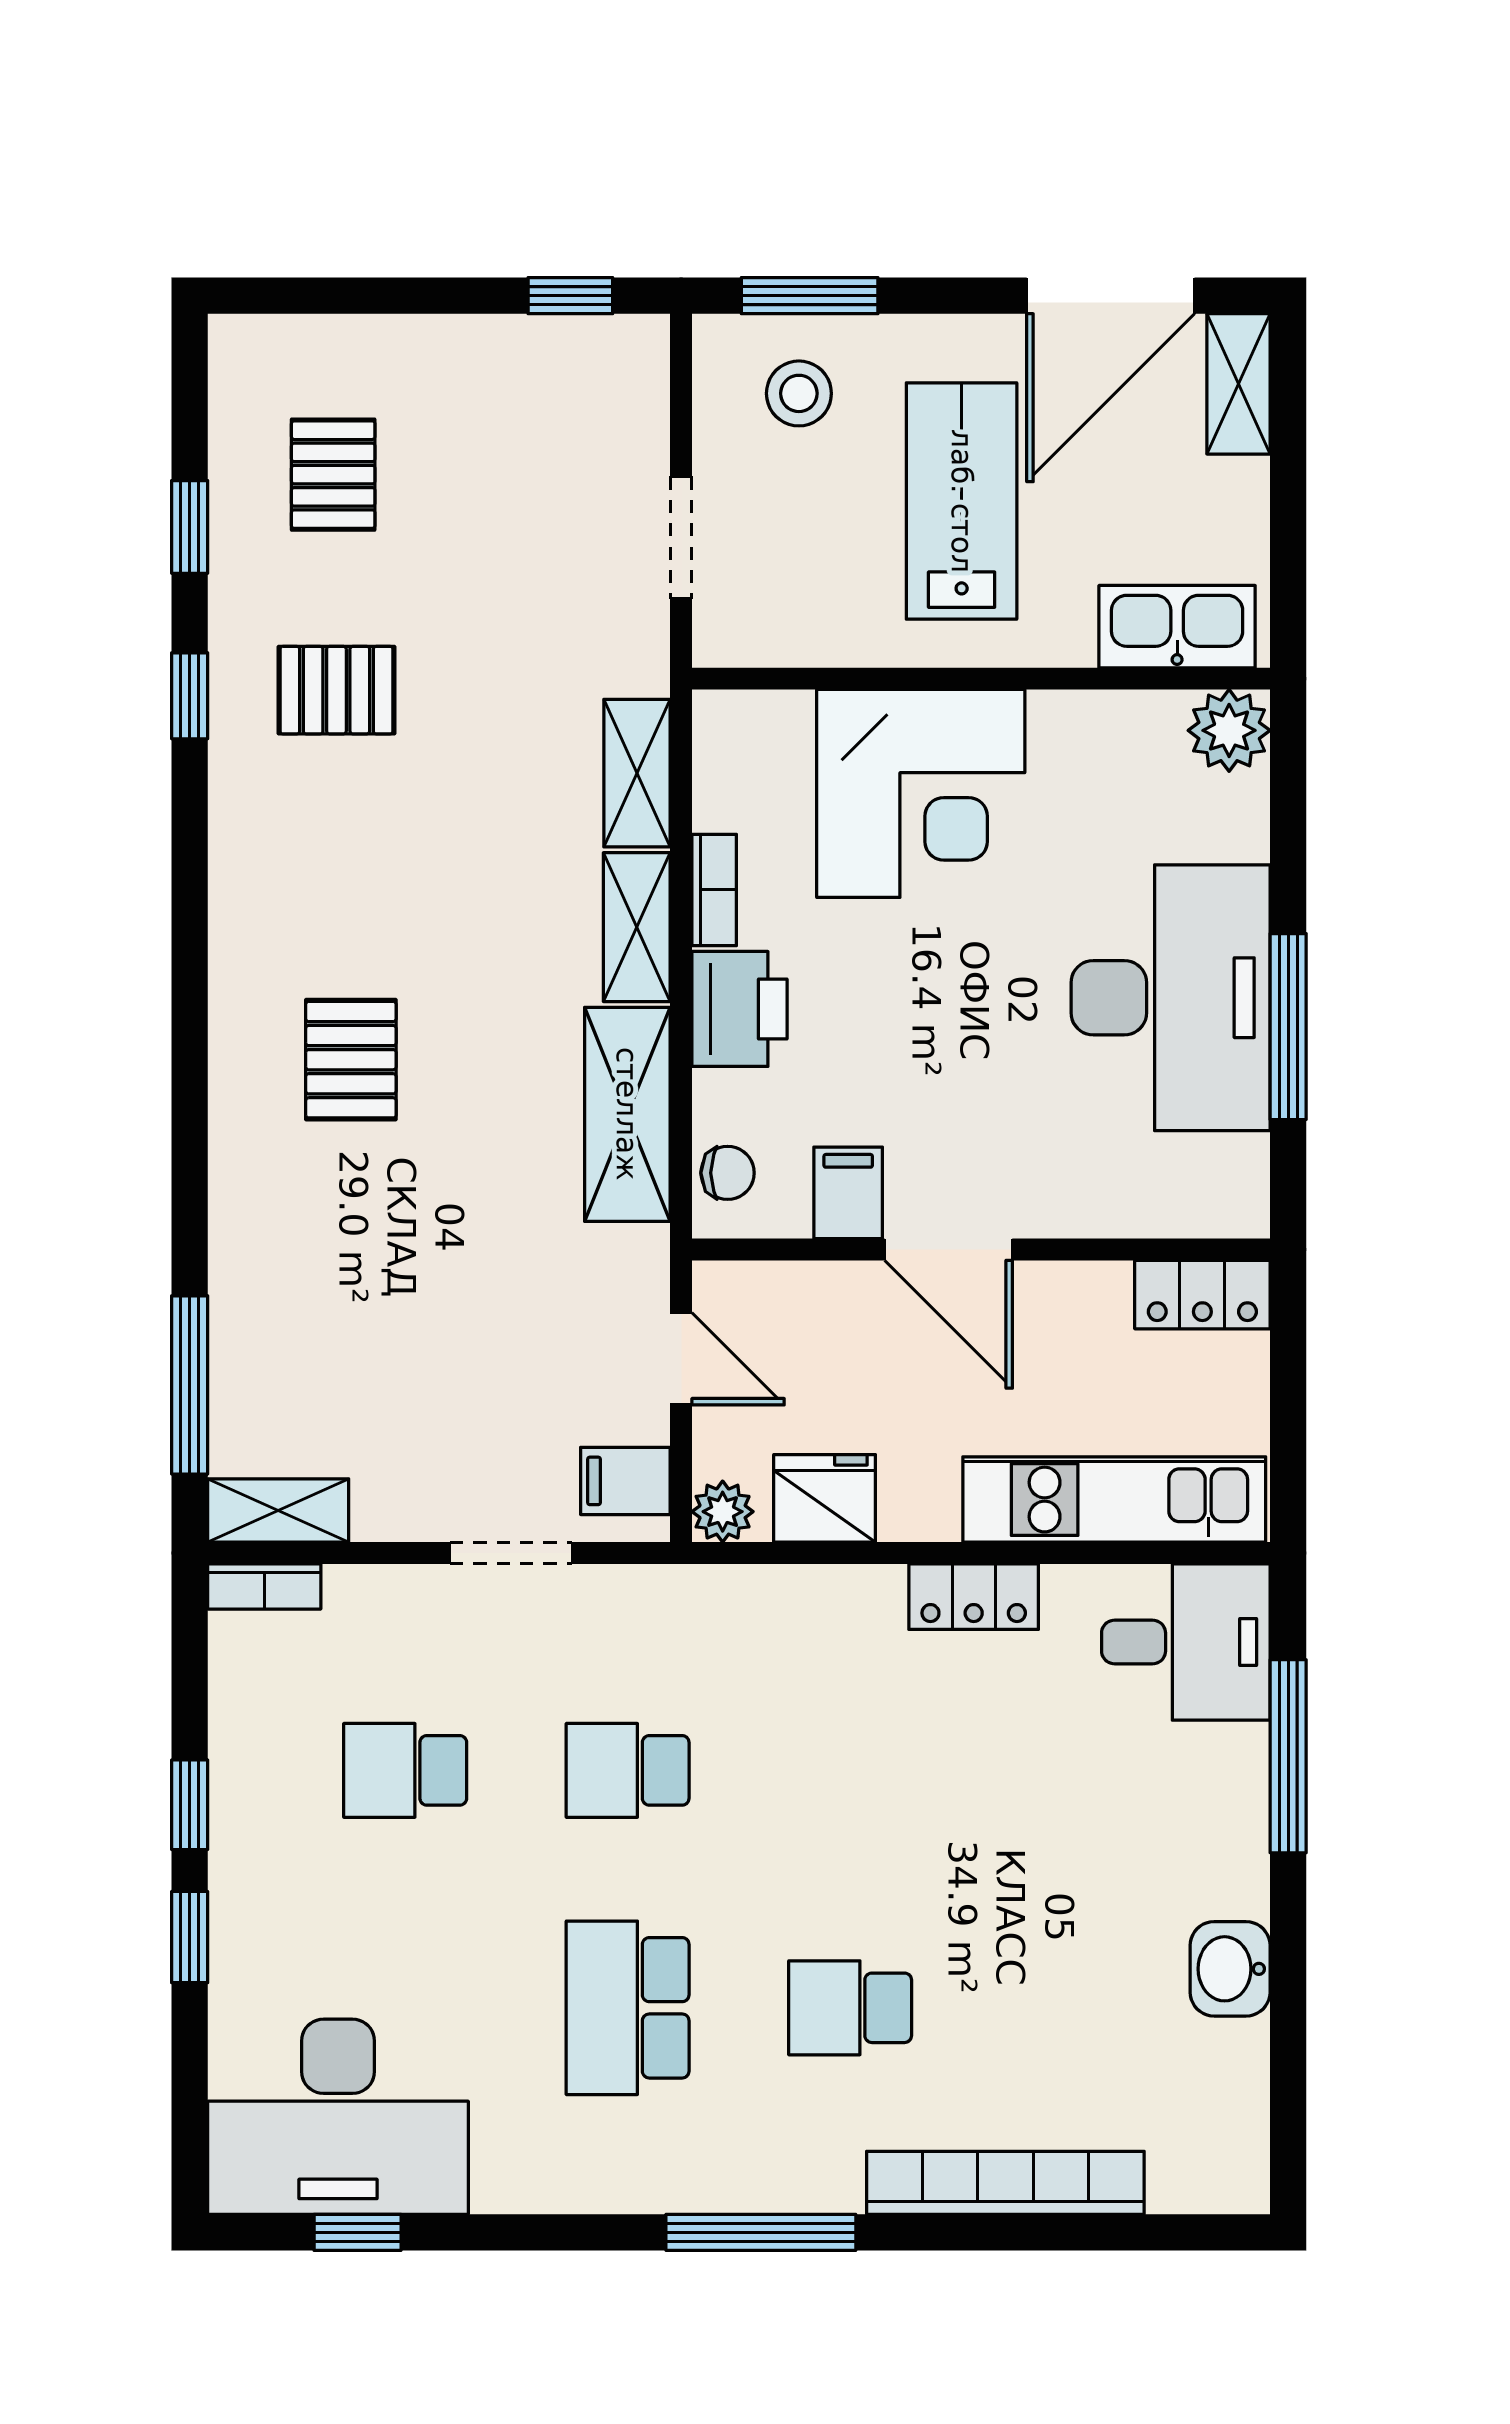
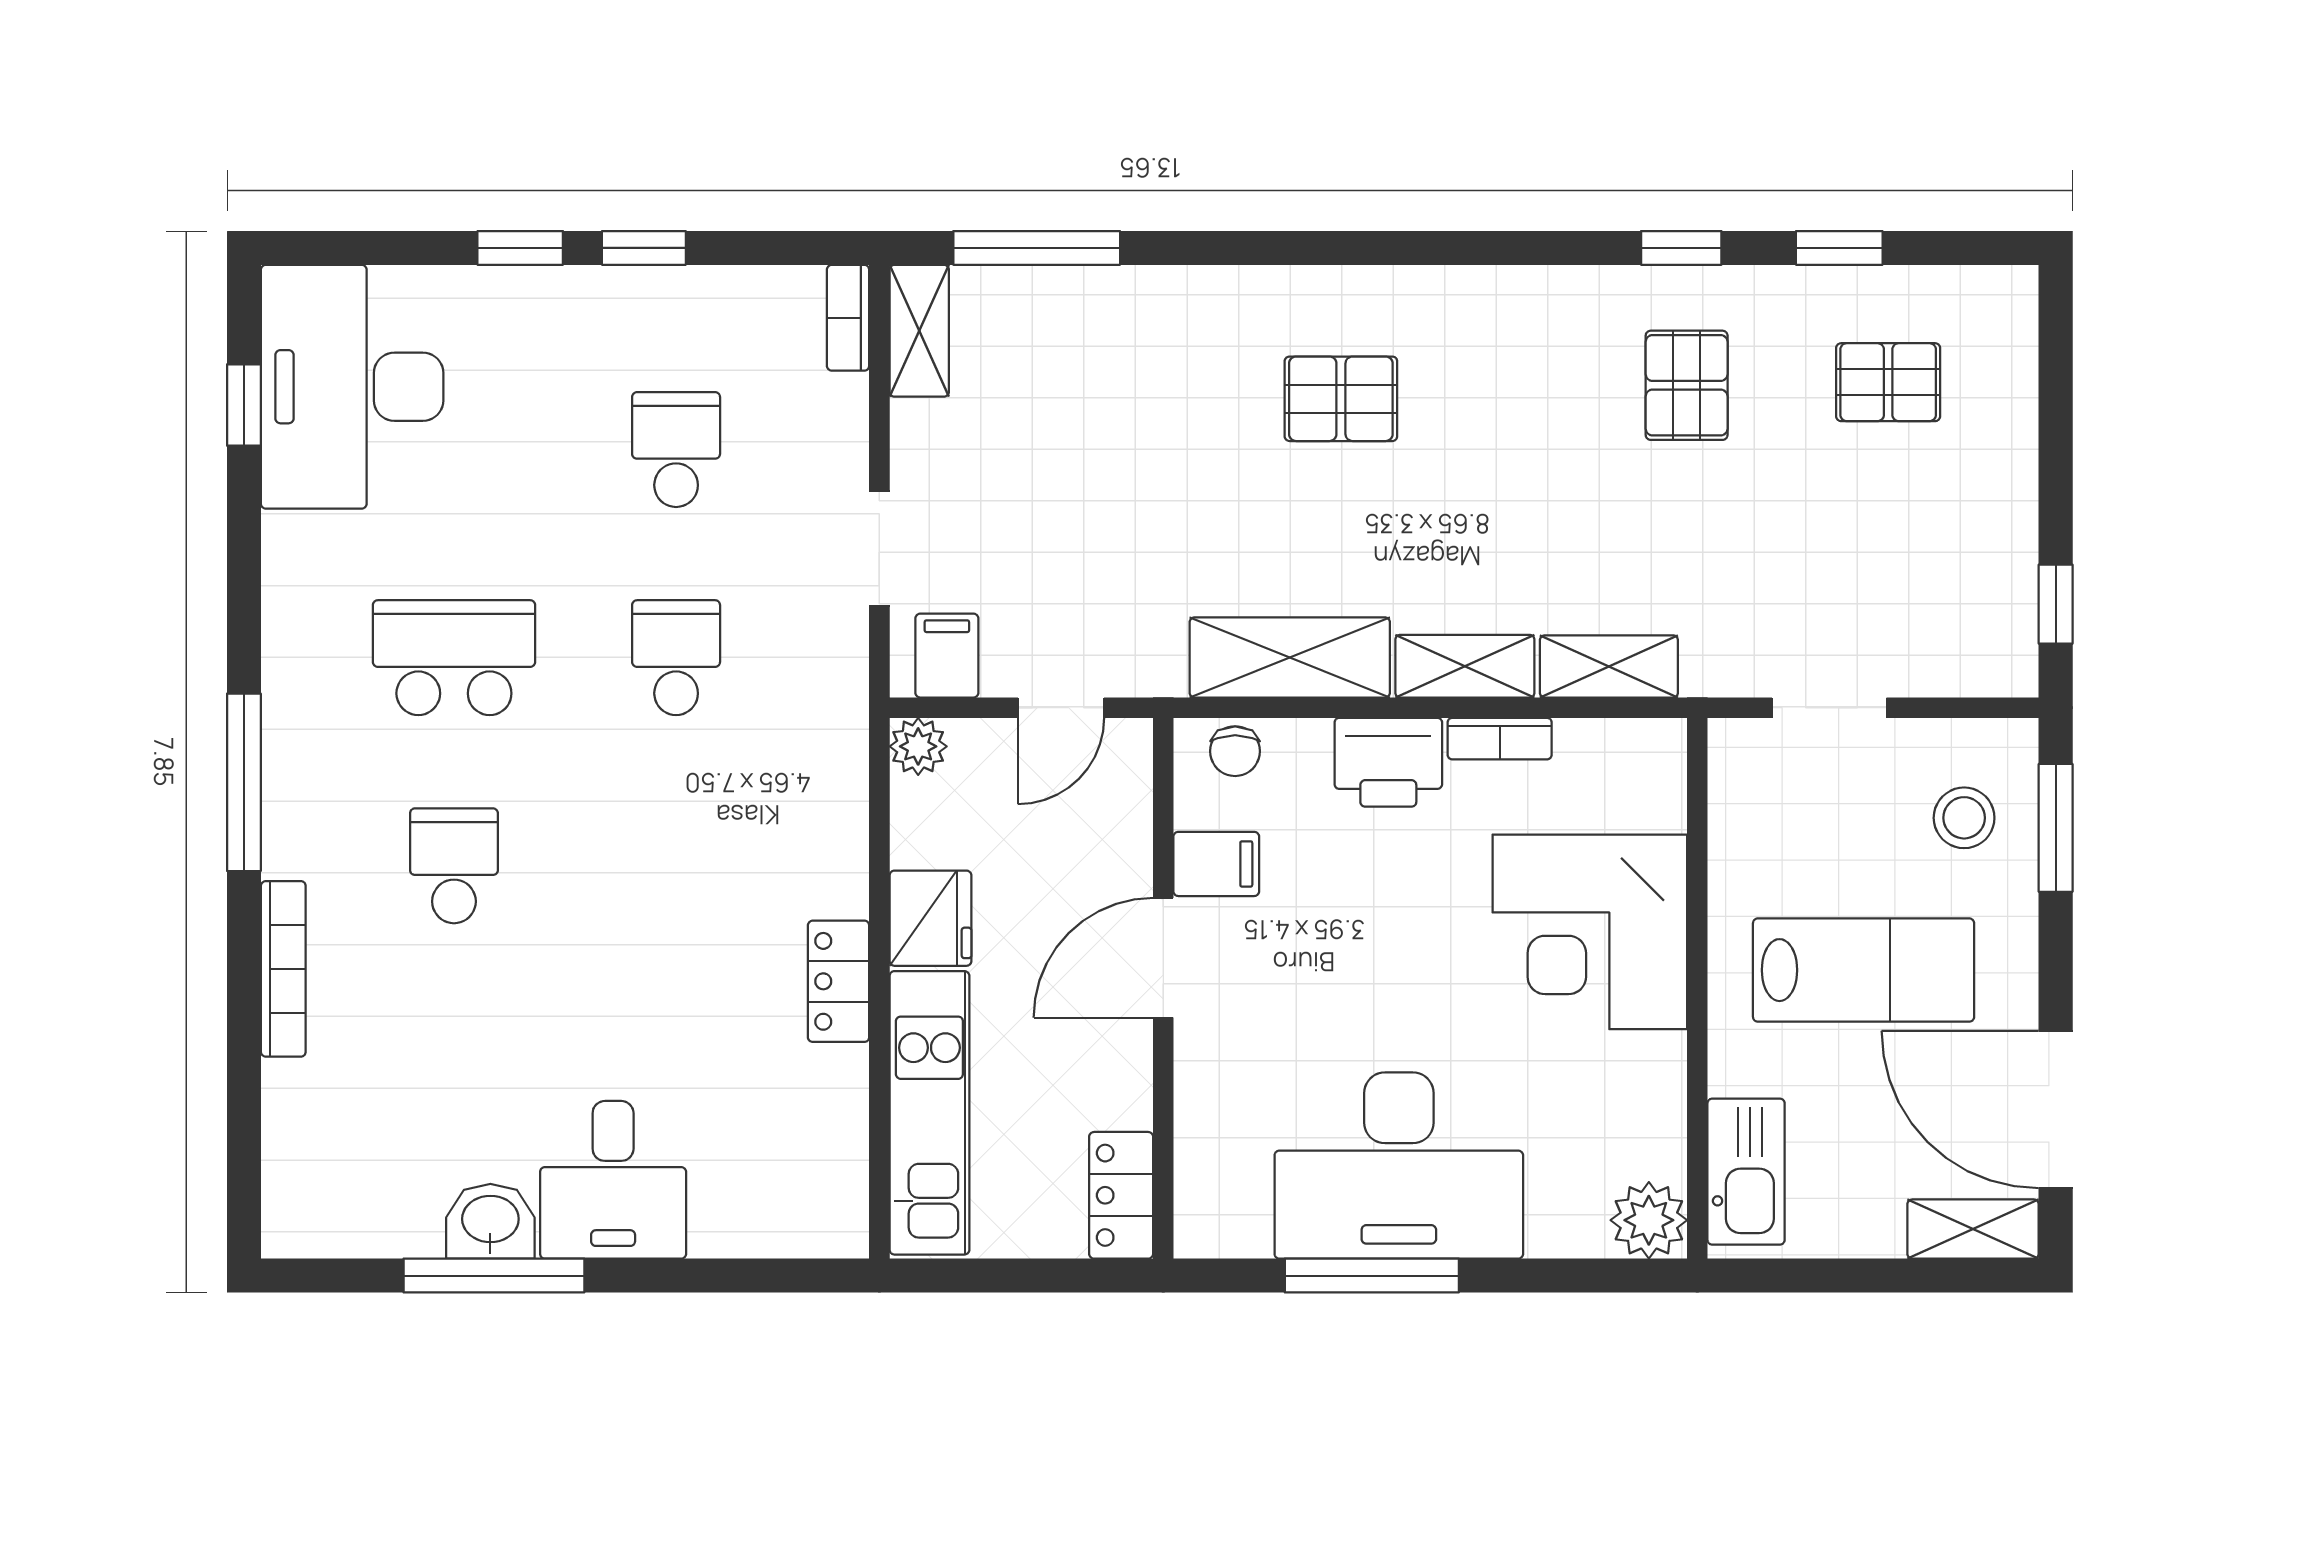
fridge: (825, 1498) -> (930, 918), moved
desk: (1186, 1642) -> (613, 1180), moved
window: (1288, 1756) -> (494, 1276), moved
bookcase: (1005, 2183) -> (283, 969), width x0.68, depth x0.76

